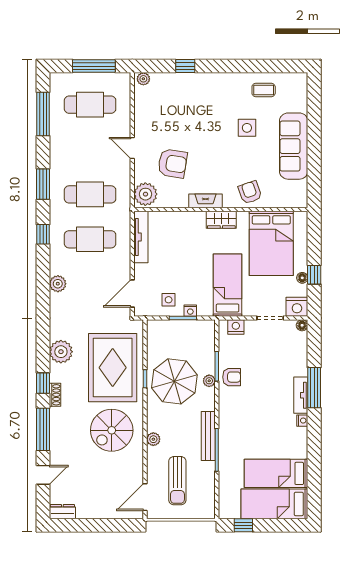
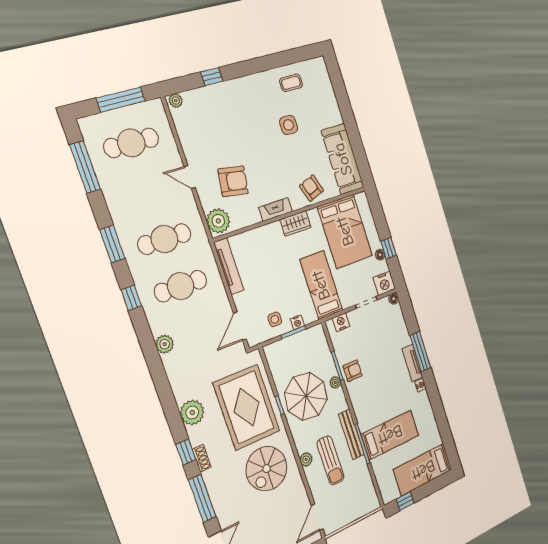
sofa: (294, 146) -> (343, 159), moved
bed: (276, 473) -> (390, 435), moved, turned 180
sun lounger: (177, 481) -> (331, 460), moved

